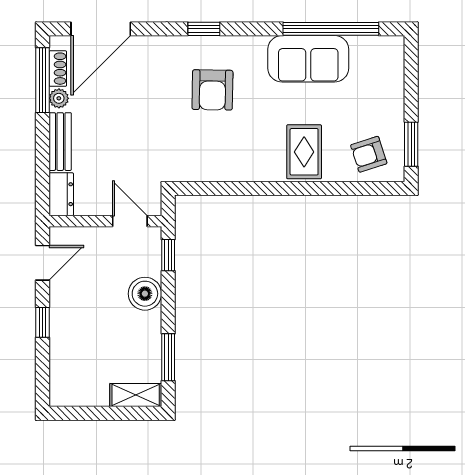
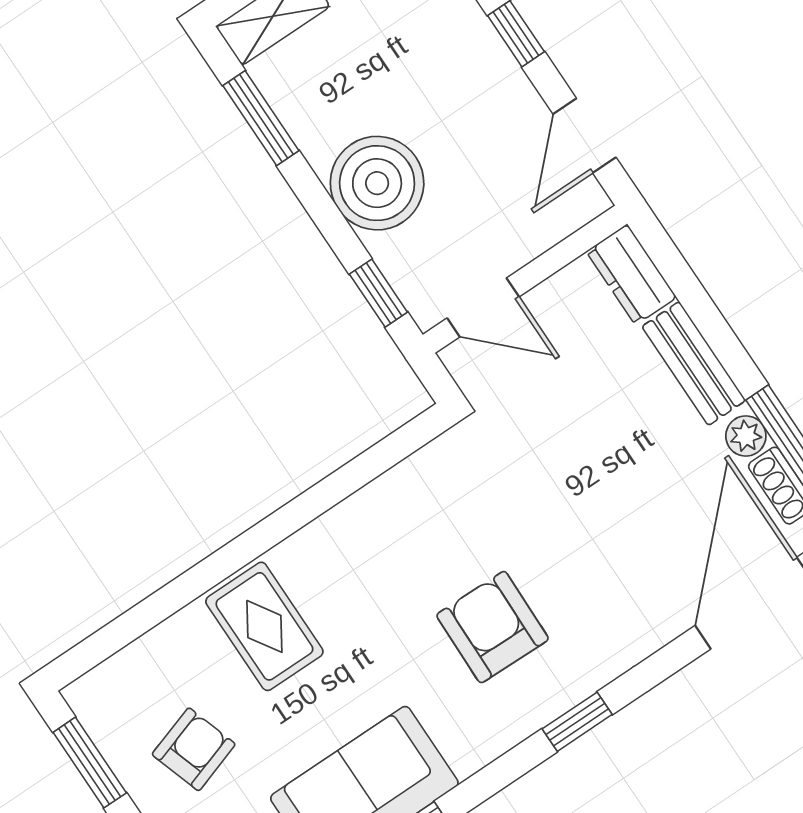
armchair: (369, 154) -> (194, 749), moved
boiler: (145, 294) -> (377, 183), width x1.37, depth x1.37

